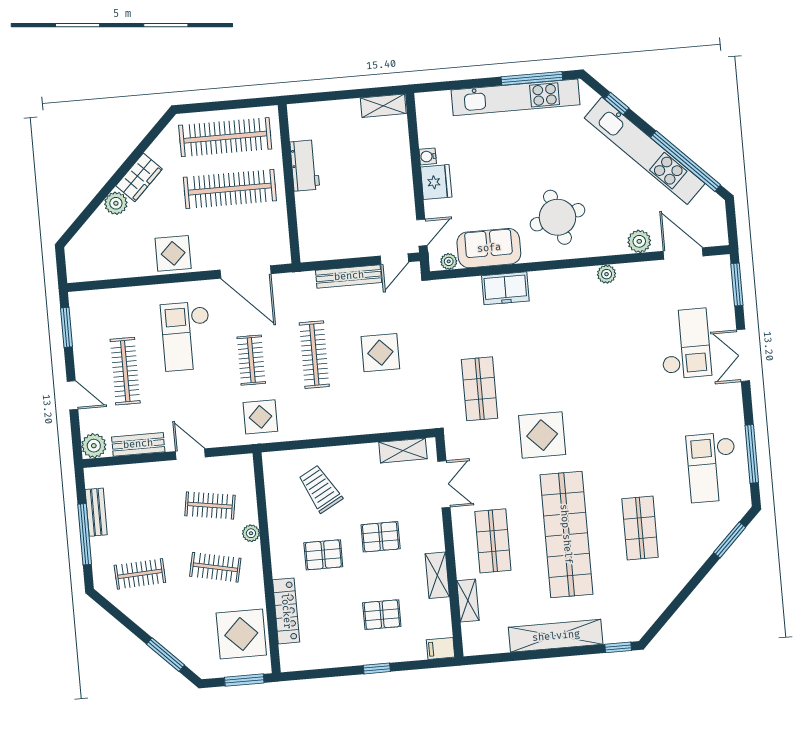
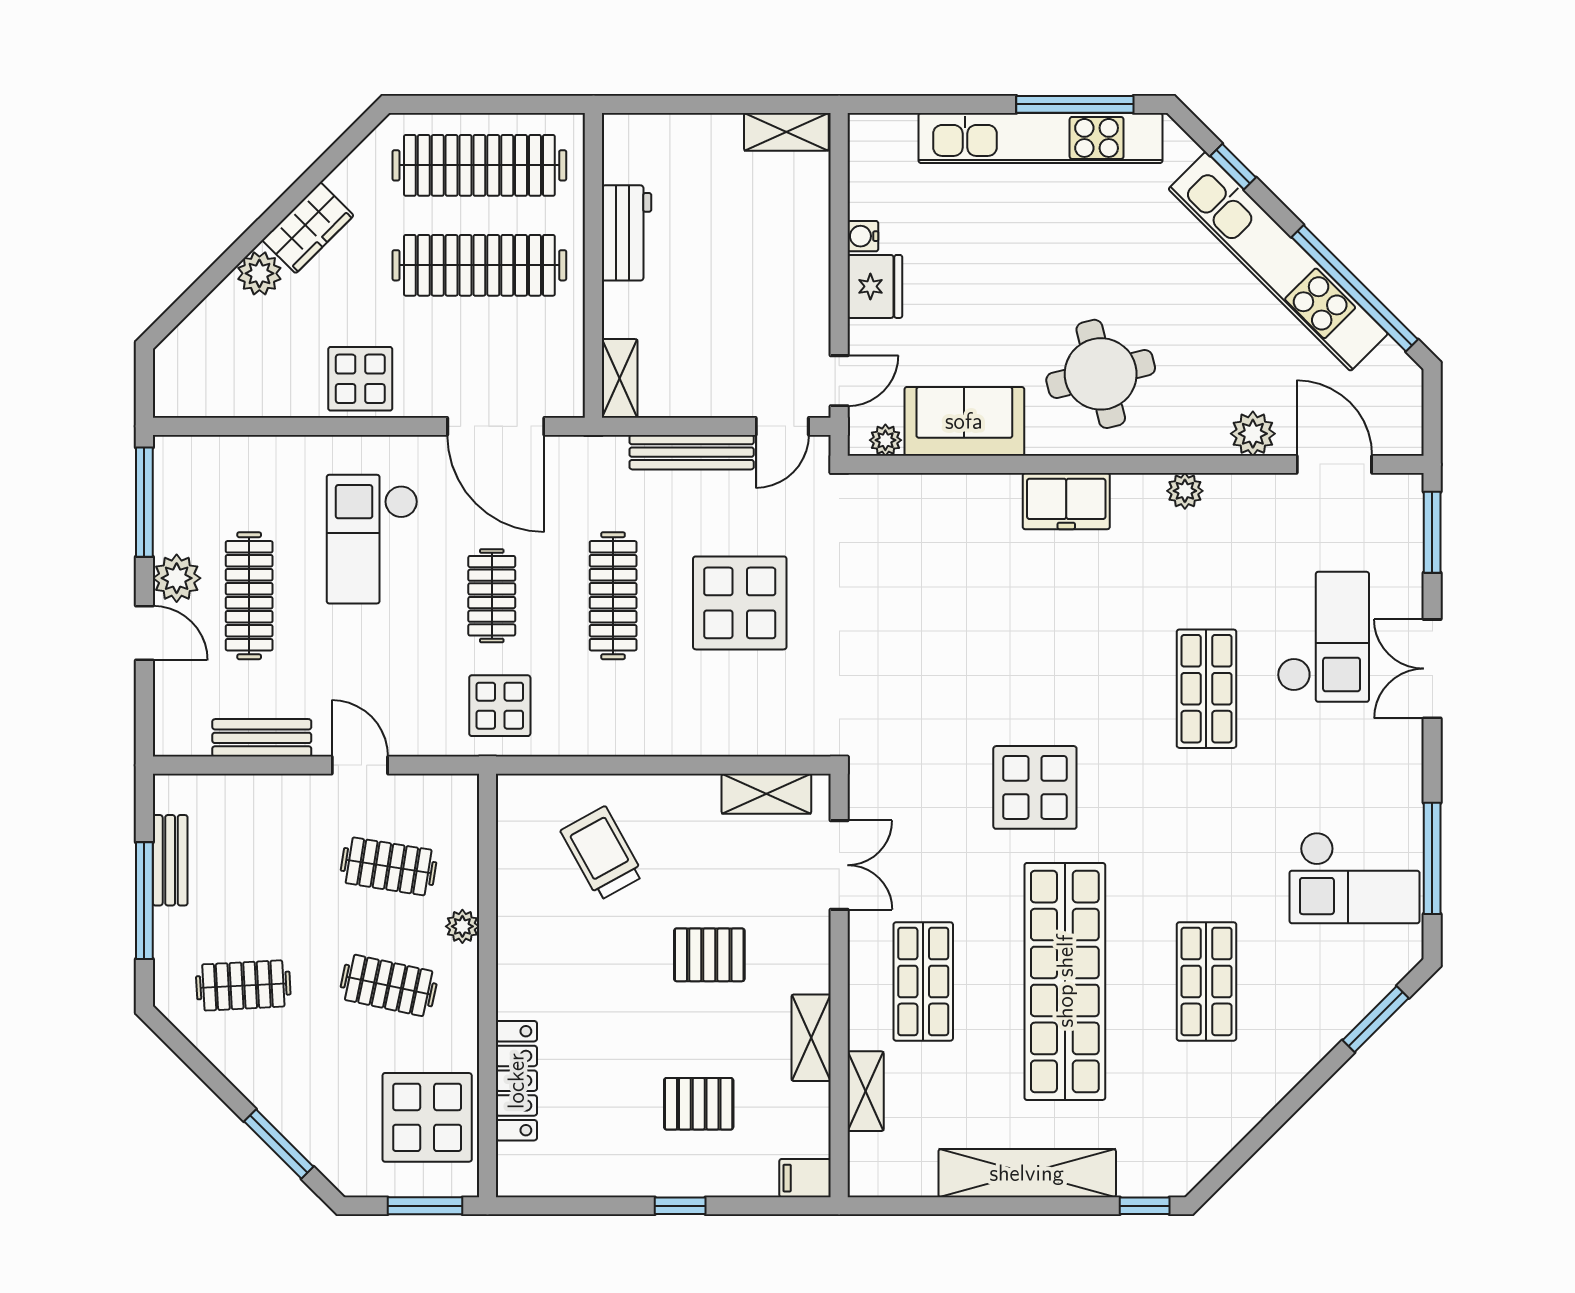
shelving: (308, 241) -> (620, 378), added
freezer: (505, 288) -> (1066, 501), moved
window: (67, 327) -> (144, 502), width x1.44
display table: (380, 353) -> (740, 603), width x1.36, depth x1.36
shop shelf: (480, 389) -> (1206, 689), moved
plant: (94, 446) -> (177, 578), moved
checkout: (712, 467) -> (1355, 878), turned -90
pallet: (323, 555) -> (597, 980), removed

